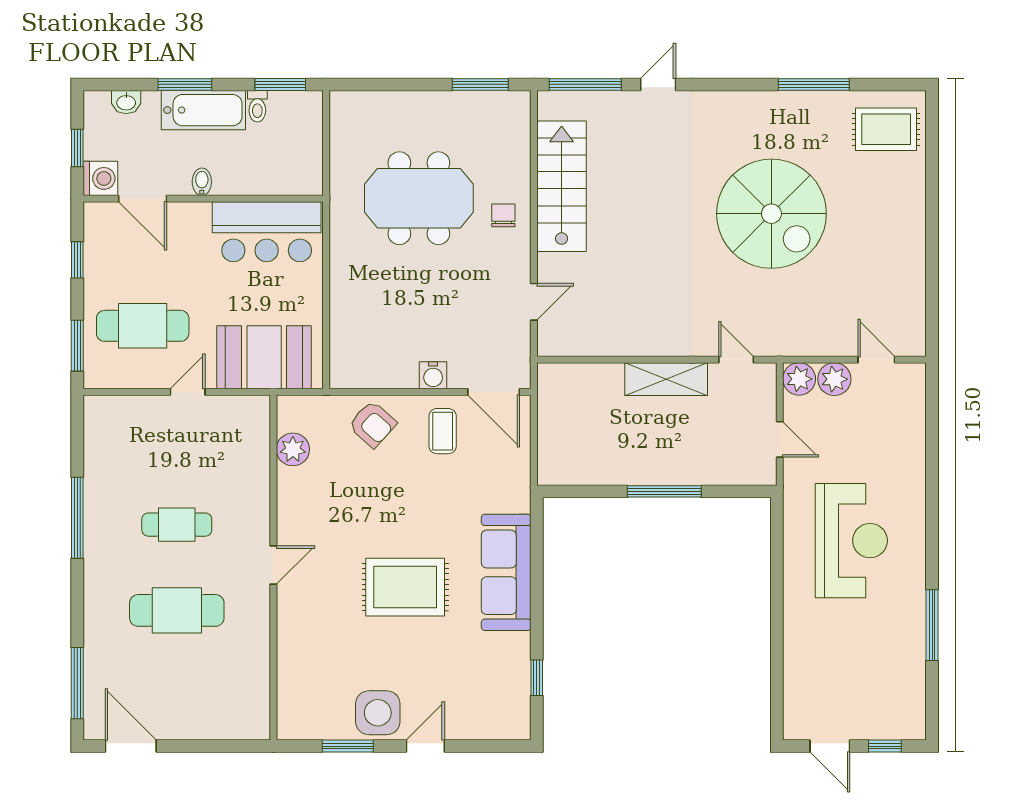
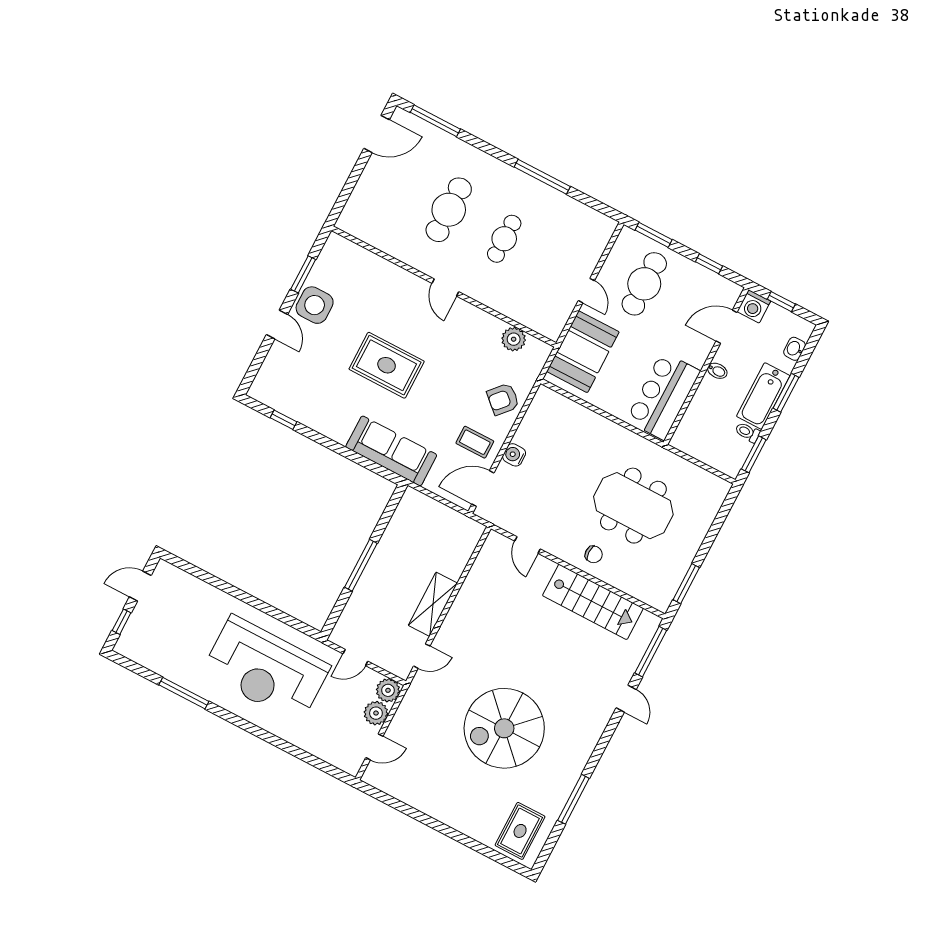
meeting table: (419, 198) -> (633, 506), turned 90
reception desk: (851, 541) -> (266, 669), width x1.36, depth x1.30
sofa: (506, 572) -> (391, 451), moved
rug: (405, 587) -> (387, 365), turned 90

